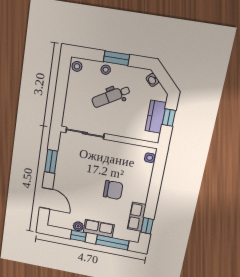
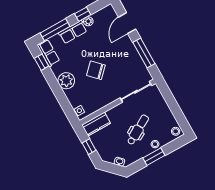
kitchen counter: (156, 117) -> (96, 124), moved, turned 90
window: (51, 161) -> (144, 53), width x1.44
chair: (113, 190) -> (96, 70), moved, turned 45
plant: (139, 193) -> (66, 81), added
door: (46, 198) -> (127, 23), hinge flipped
row of seats: (137, 217) -> (48, 53), moved

